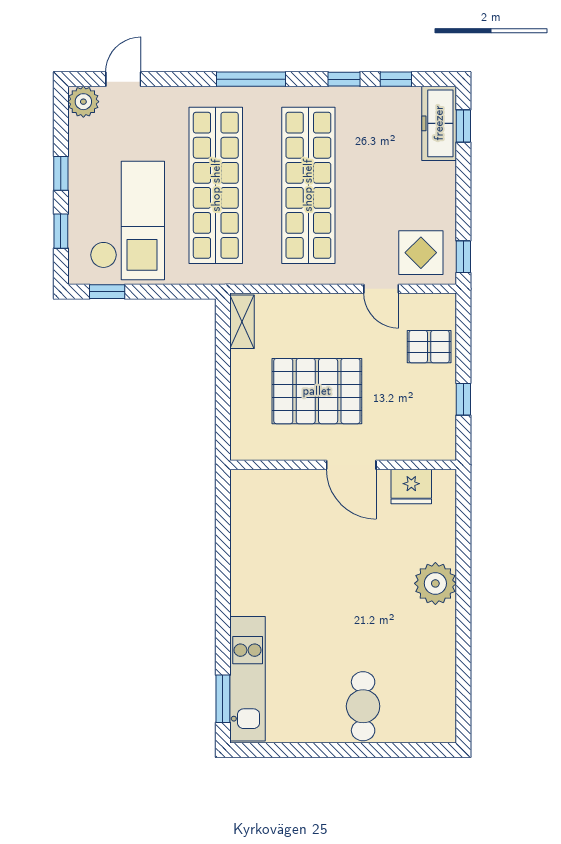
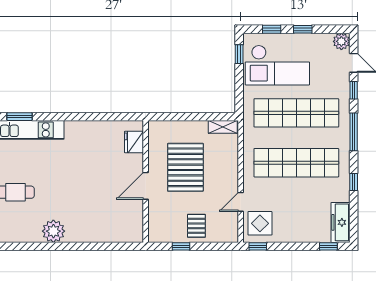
window: (396, 79) -> (354, 90), moved
freezer: (439, 123) -> (340, 222), moved, turned -90
pallet: (429, 347) -> (196, 226), moved
fridge: (411, 486) -> (134, 142), moved
plant: (435, 583) -> (53, 231), moved

